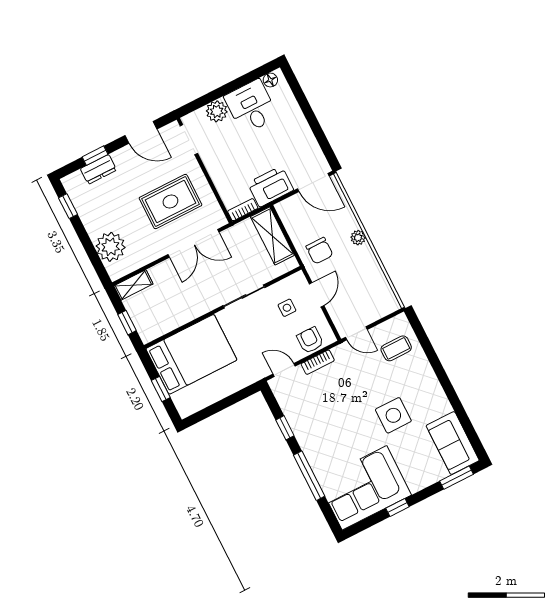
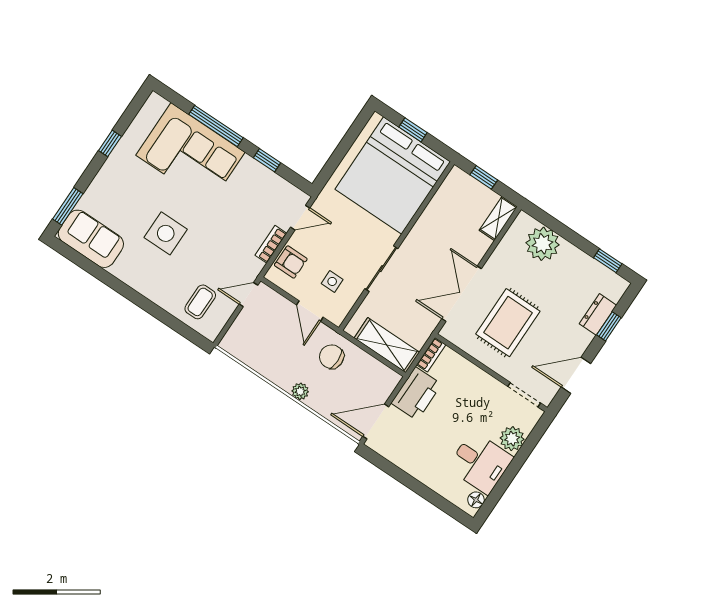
bed: (191, 354) -> (393, 176), width x1.36
corner sofa: (364, 488) -> (190, 154), moved, turned 90

